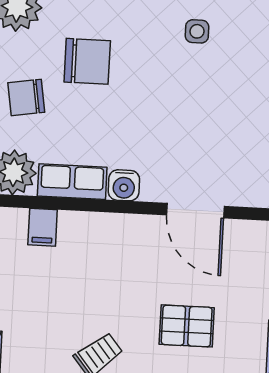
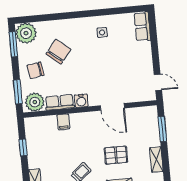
chair: (87, 61) -> (58, 52), turned -51
filing cabinet: (43, 227) -> (63, 122), moved

